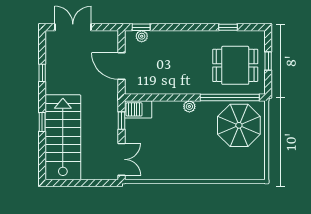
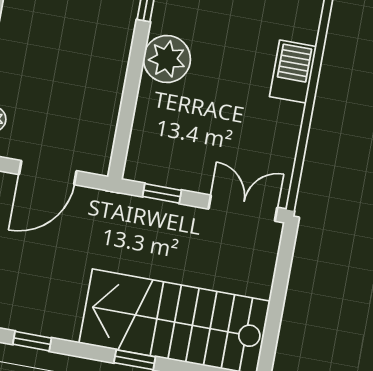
plant: (189, 106) -> (167, 59), width x1.88, depth x1.88
barbecue: (138, 109) -> (293, 72), moved, turned 180

